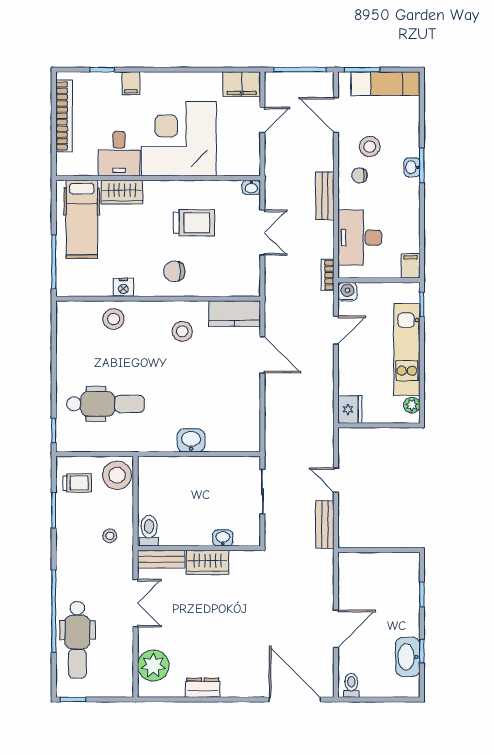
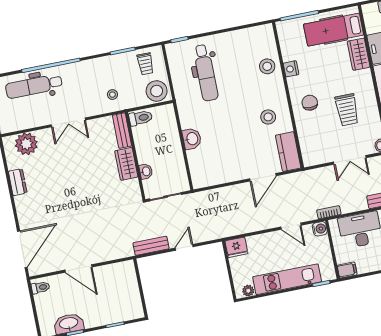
toilet: (149, 531) -> (141, 118), moved
washbasin: (223, 538) -> (146, 171), moved
wall: (199, 548) -> (135, 156), moved
bench: (161, 559) -> (122, 131), moved
wardrobe: (207, 562) -> (126, 164), moved

